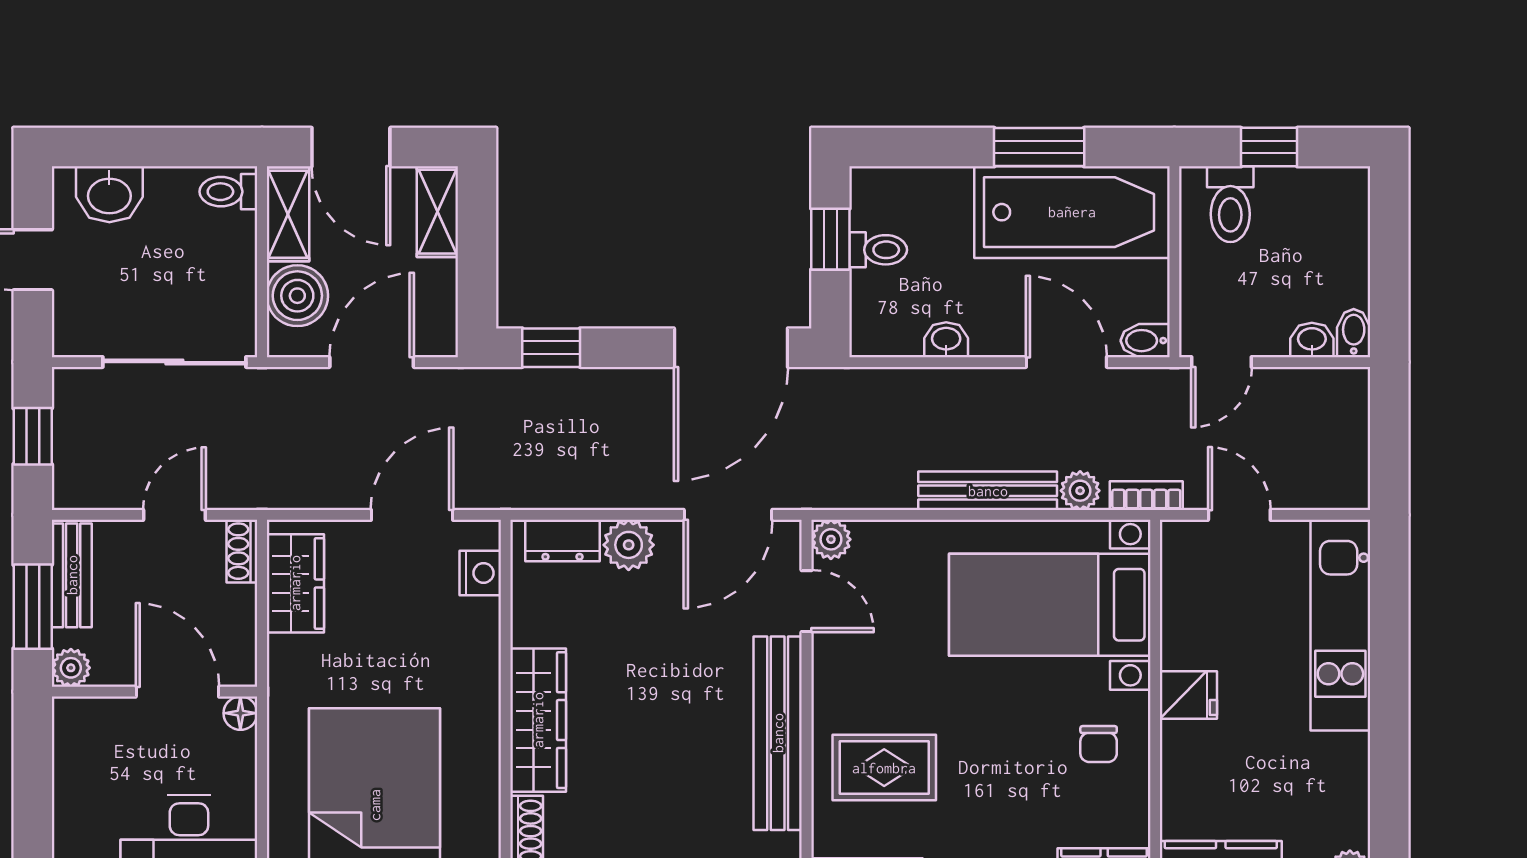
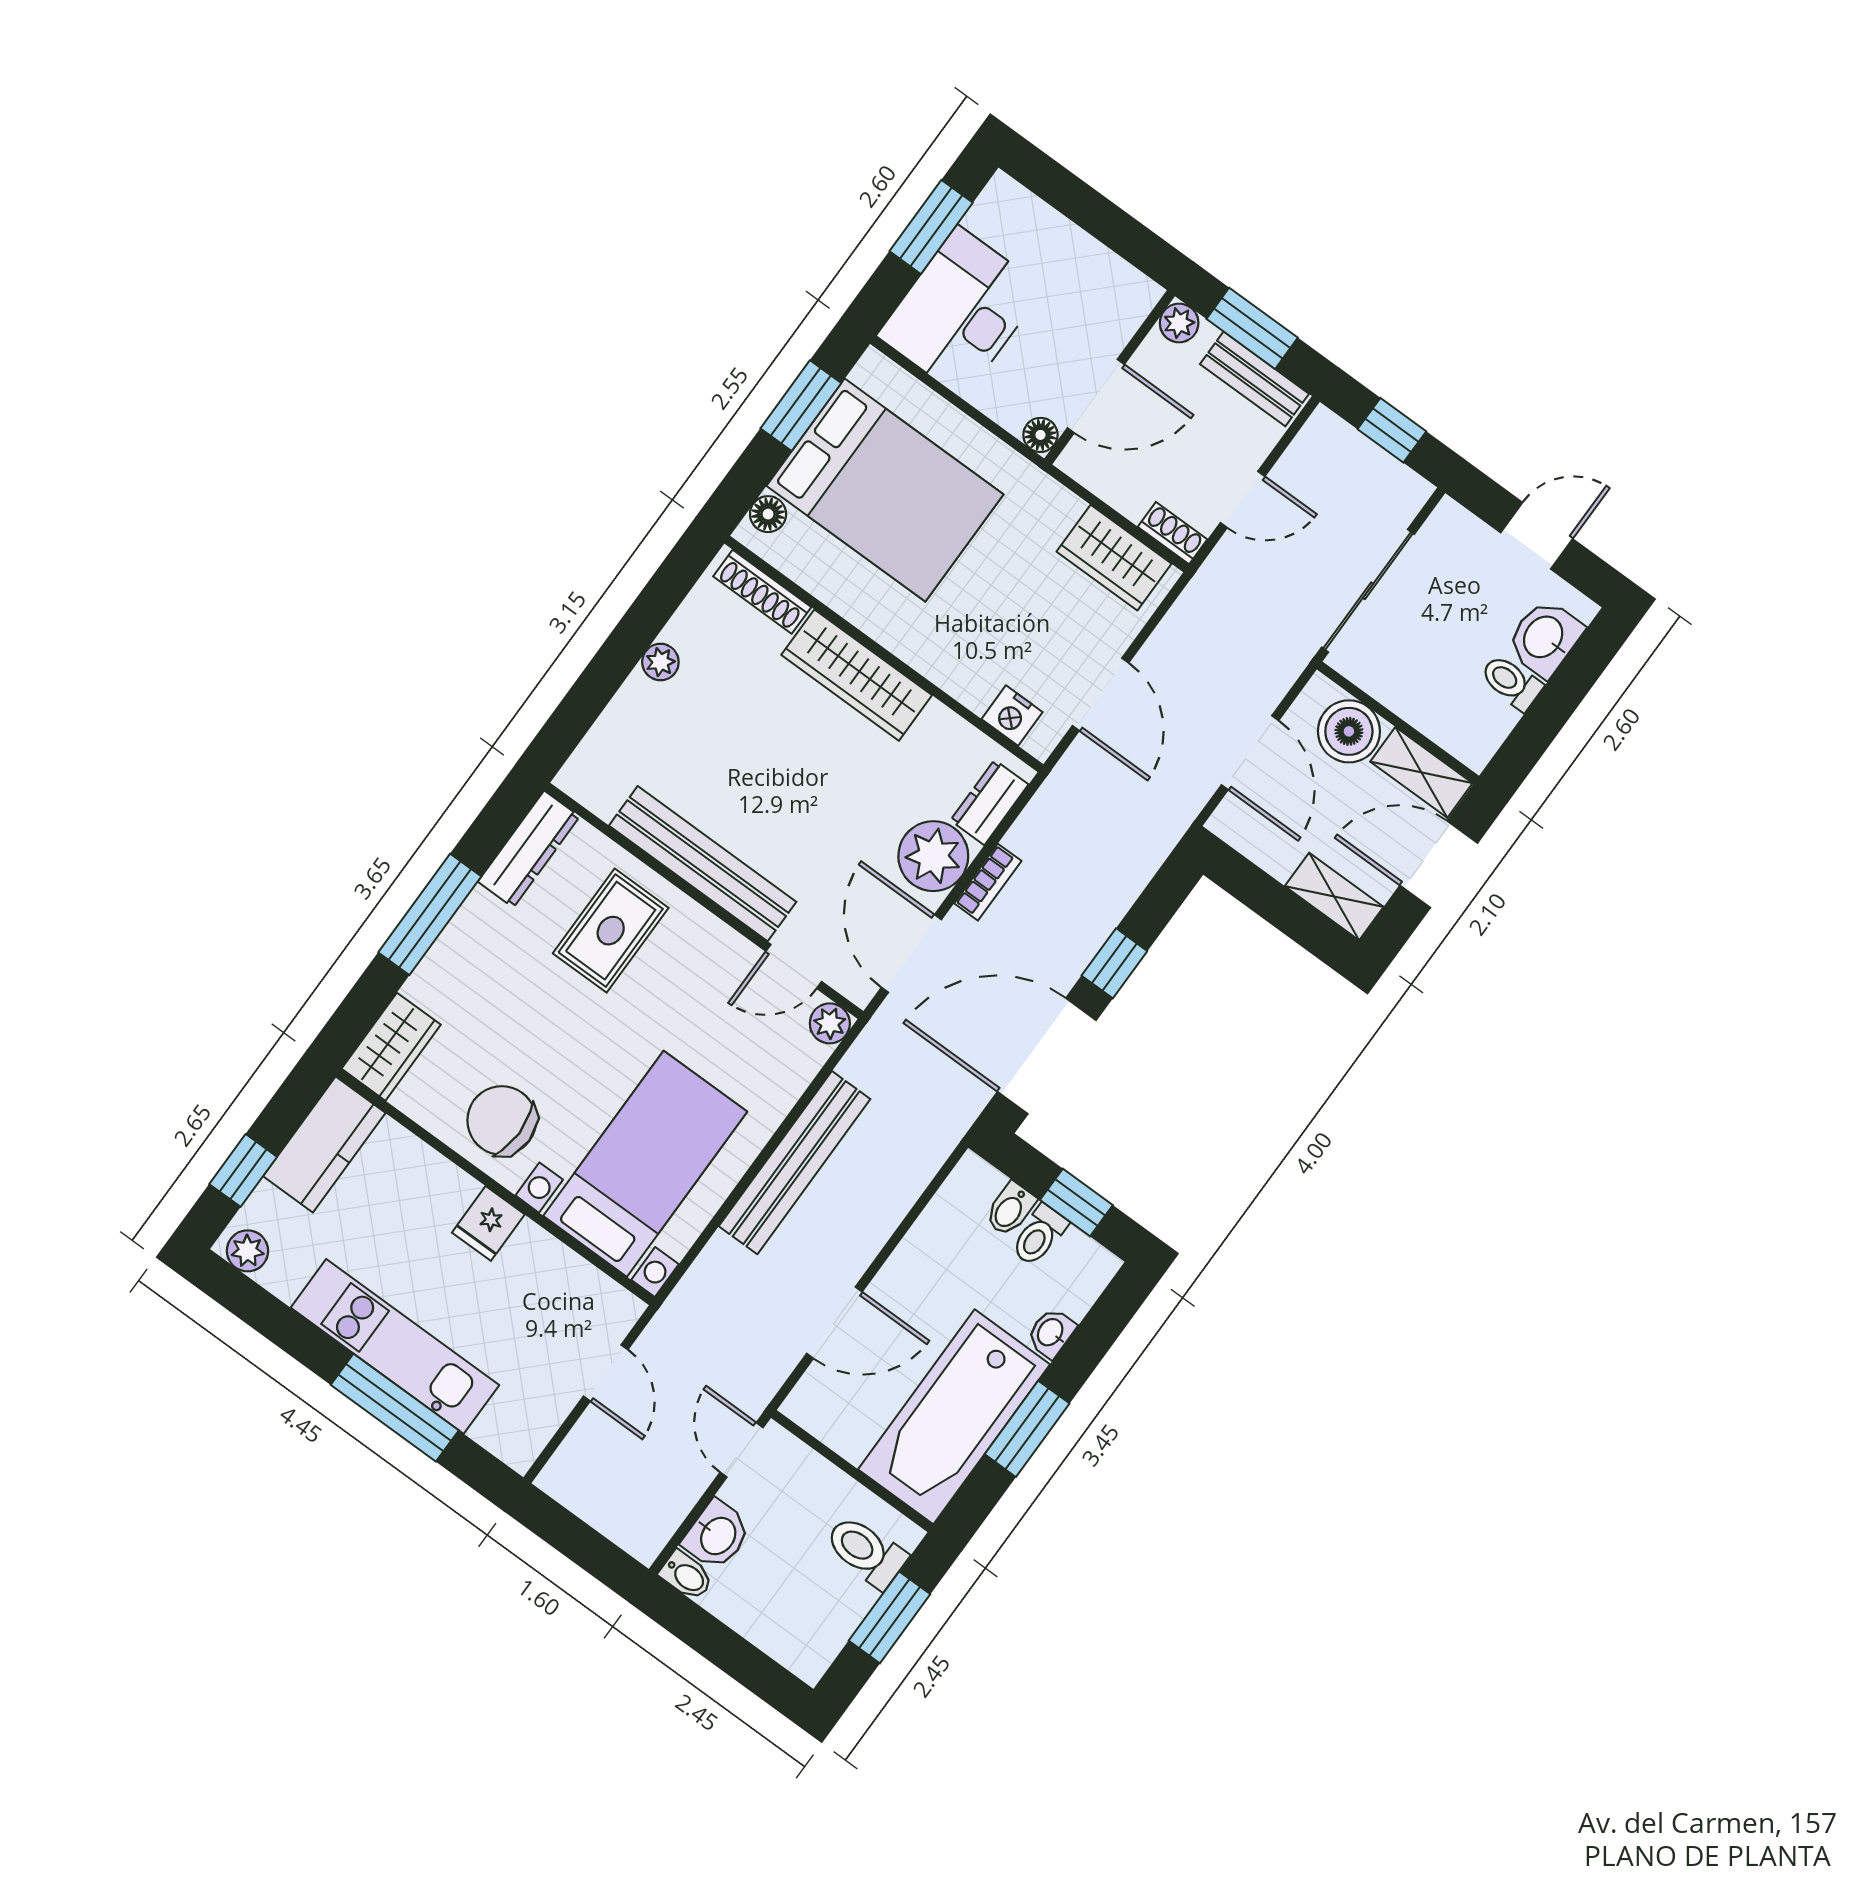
window: (1269, 147) -> (890, 1617), width x1.50
toilet: (228, 192) -> (1511, 682), moved, turned -90
washbasin: (946, 340) -> (1051, 1333), moved, turned 180
washbasin: (1312, 340) -> (717, 1535), width x1.38, depth x1.45
bidet: (1145, 341) -> (1010, 1209), moved, turned 180
window: (551, 348) -> (1114, 963), moved
door: (731, 348) -> (1047, 1056), hinge flipped
bench: (988, 491) -> (795, 1163), width x1.37, depth x1.21
plant: (1080, 491) -> (721, 1257), removed
bookcase: (1146, 496) -> (988, 882), moved
door: (175, 515) -> (1243, 499), hinge flipped
door: (1239, 515) -> (606, 1373), hinge flipped
plant: (629, 545) -> (933, 856), width x1.36, depth x1.36
kitchen unit: (1340, 625) -> (395, 1346), moved
window: (1389, 663) -> (395, 1408), added
chair: (1099, 744) -> (502, 1120), width x1.87, depth x1.87

